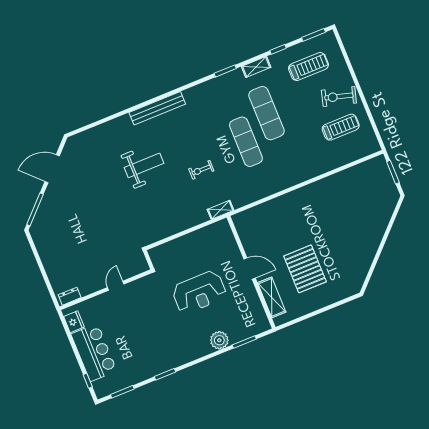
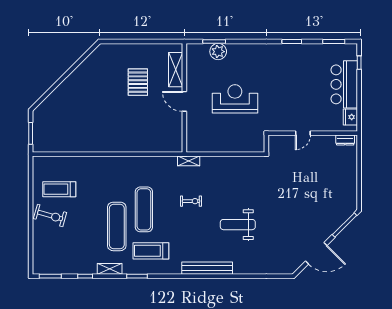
treadmill: (309, 67) -> (151, 251), moved
pallet: (305, 269) -> (138, 82), width x0.73, depth x0.71
plant: (219, 340) -> (218, 52), moved

